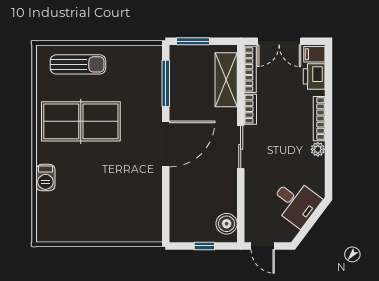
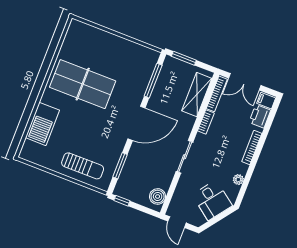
sun lounger: (78, 64) -> (83, 166), moved
sliding door: (241, 147) -> (185, 157), moved
plant: (318, 149) -> (238, 180), moved
barbecue: (45, 178) -> (42, 124), width x1.88, depth x1.53
window: (166, 204) -> (120, 166), added
window: (204, 246) -> (122, 201), moved

